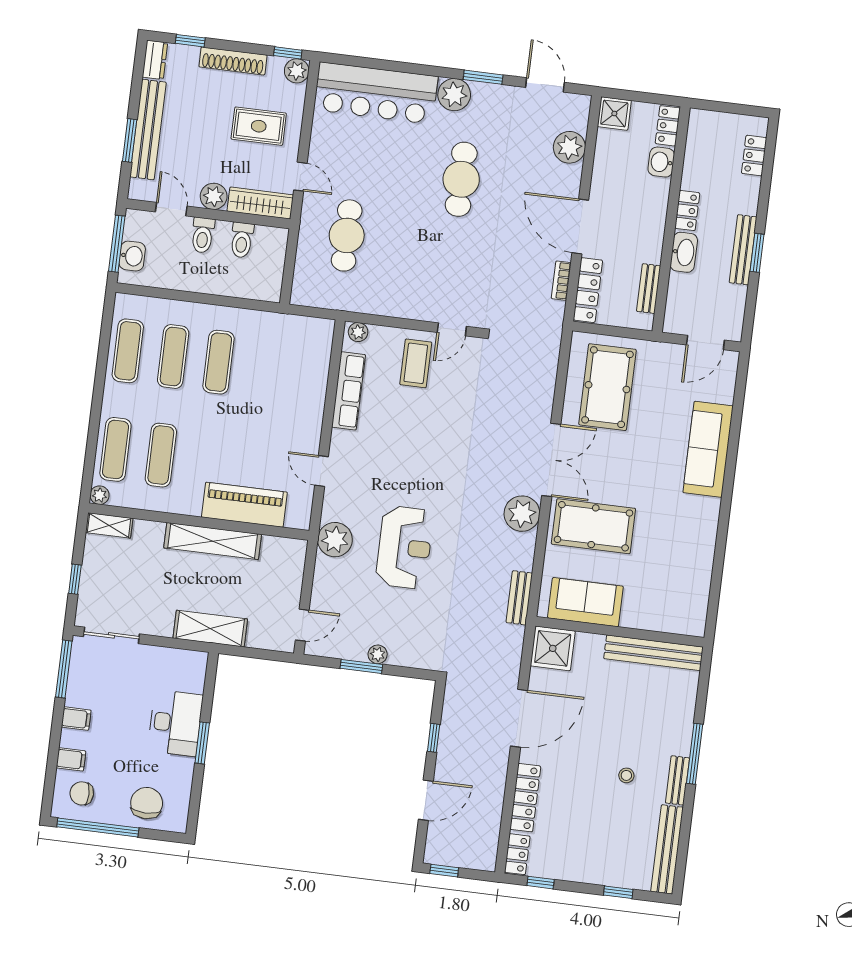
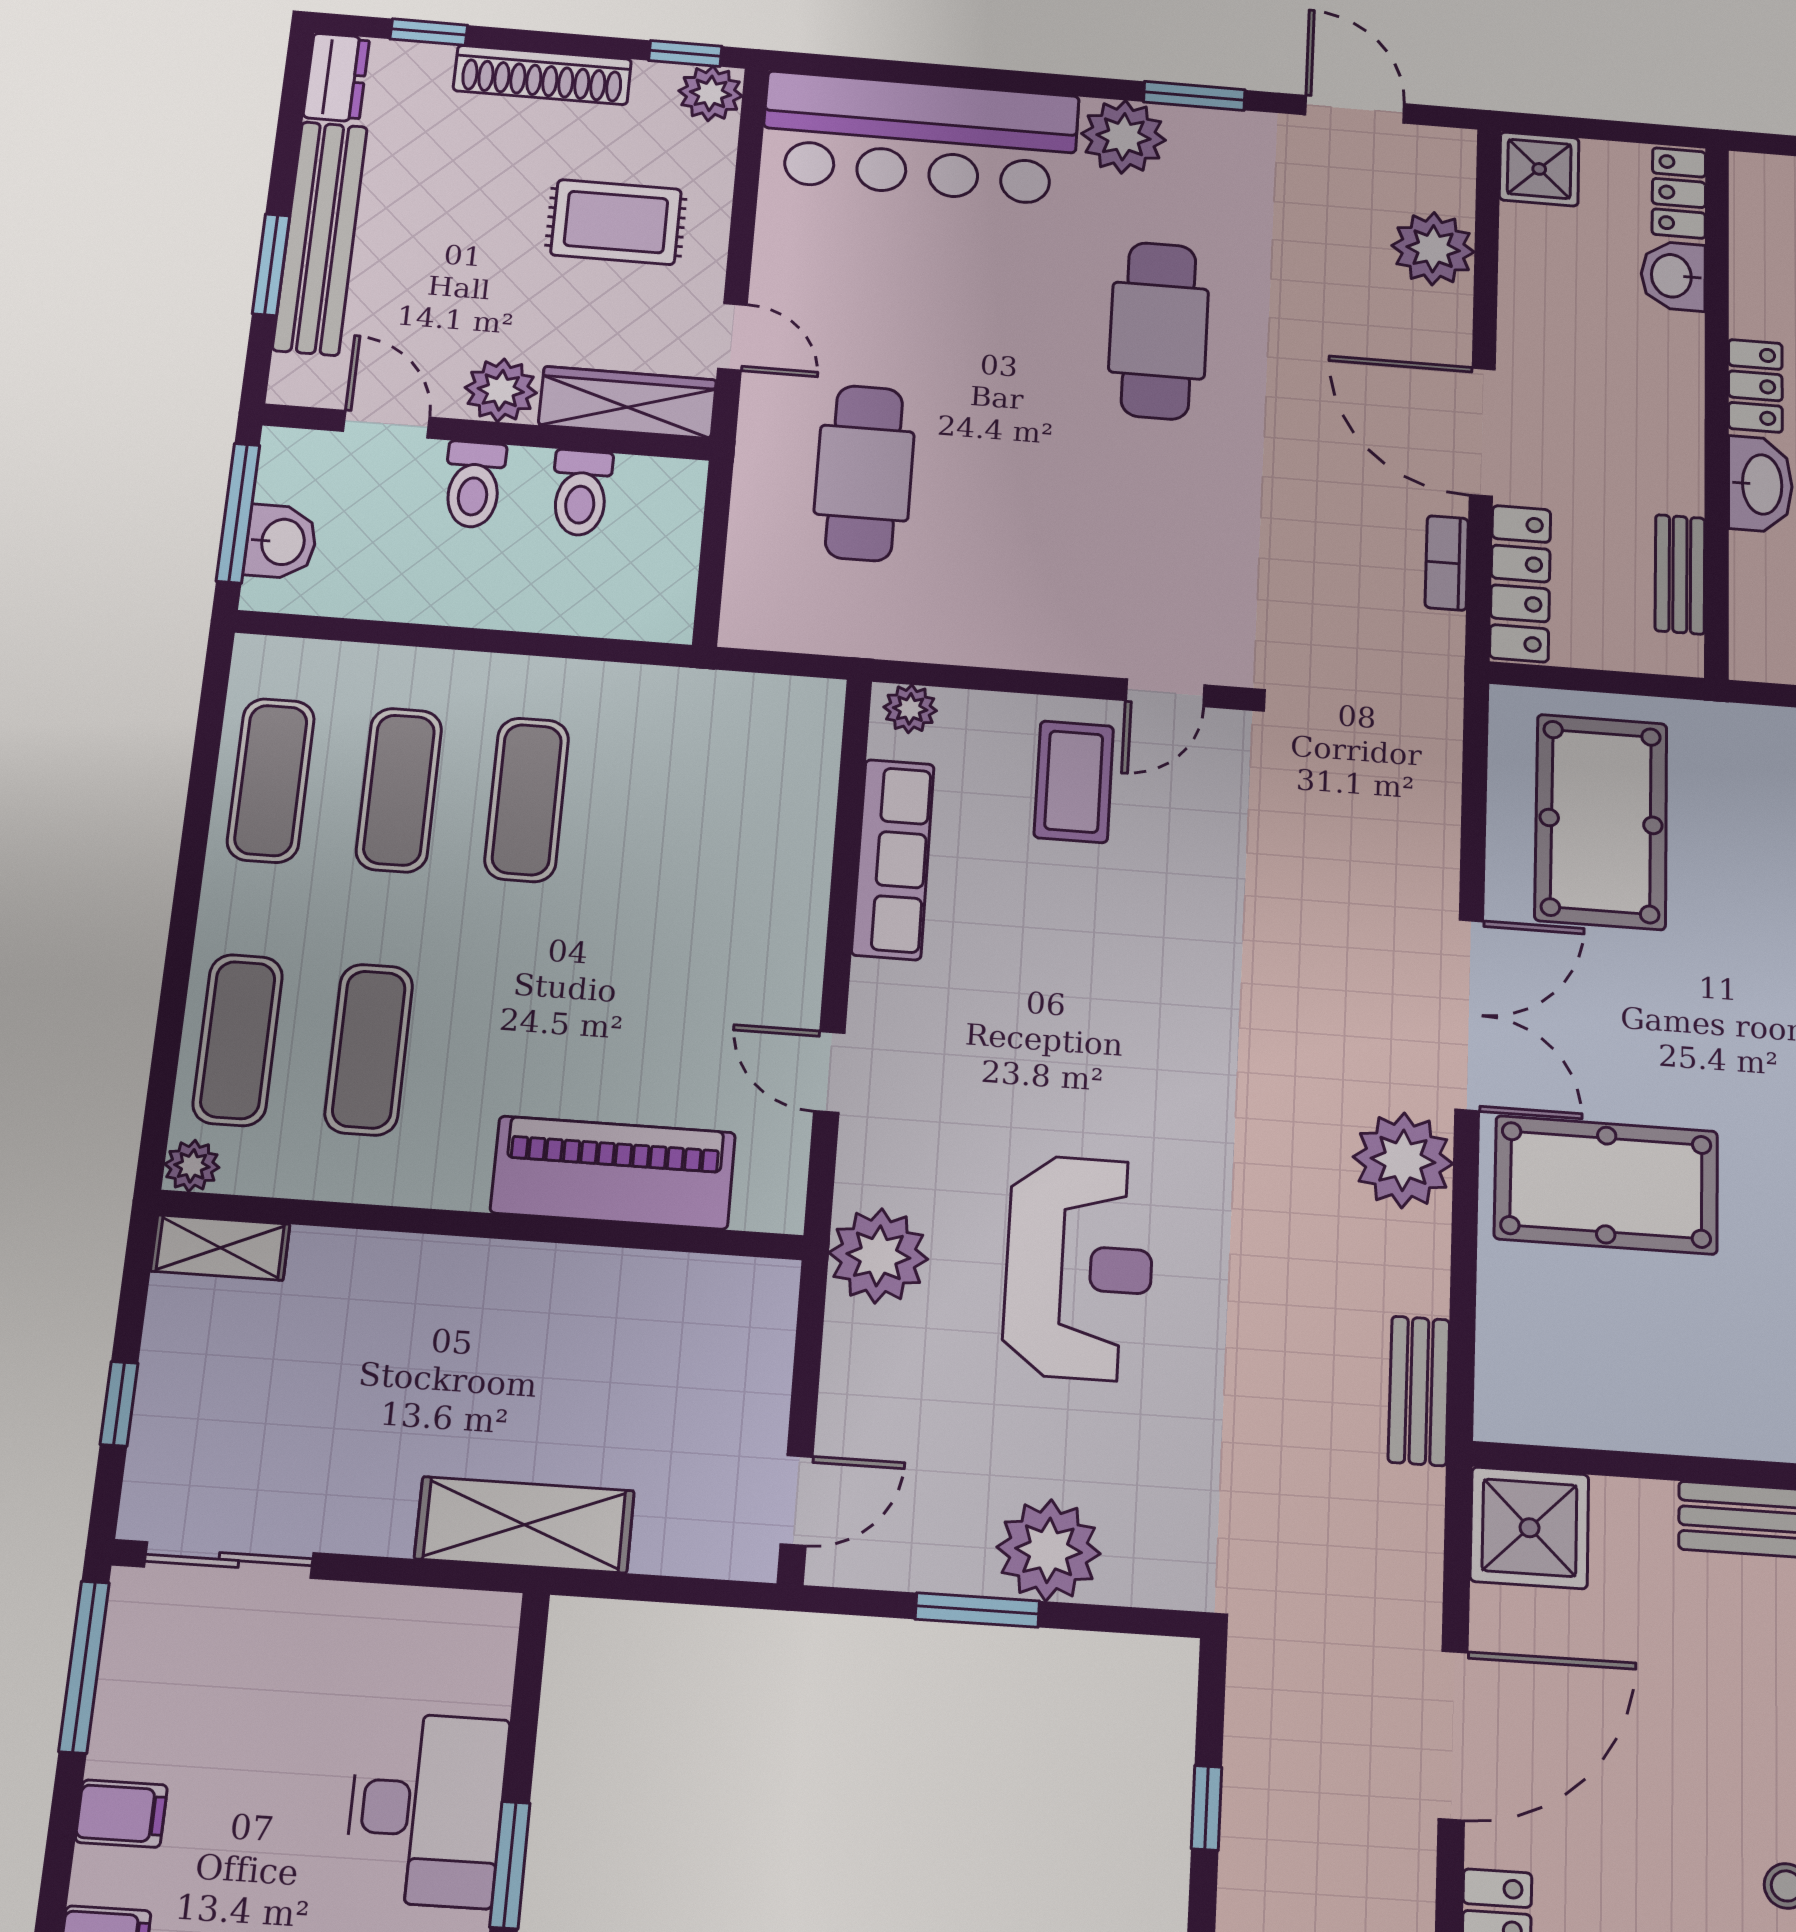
shelving: (213, 541) -> (524, 1277), removed
sofa: (585, 602) -> (1608, 1393), removed
plant: (378, 654) -> (1048, 1550), width x1.88, depth x1.88

